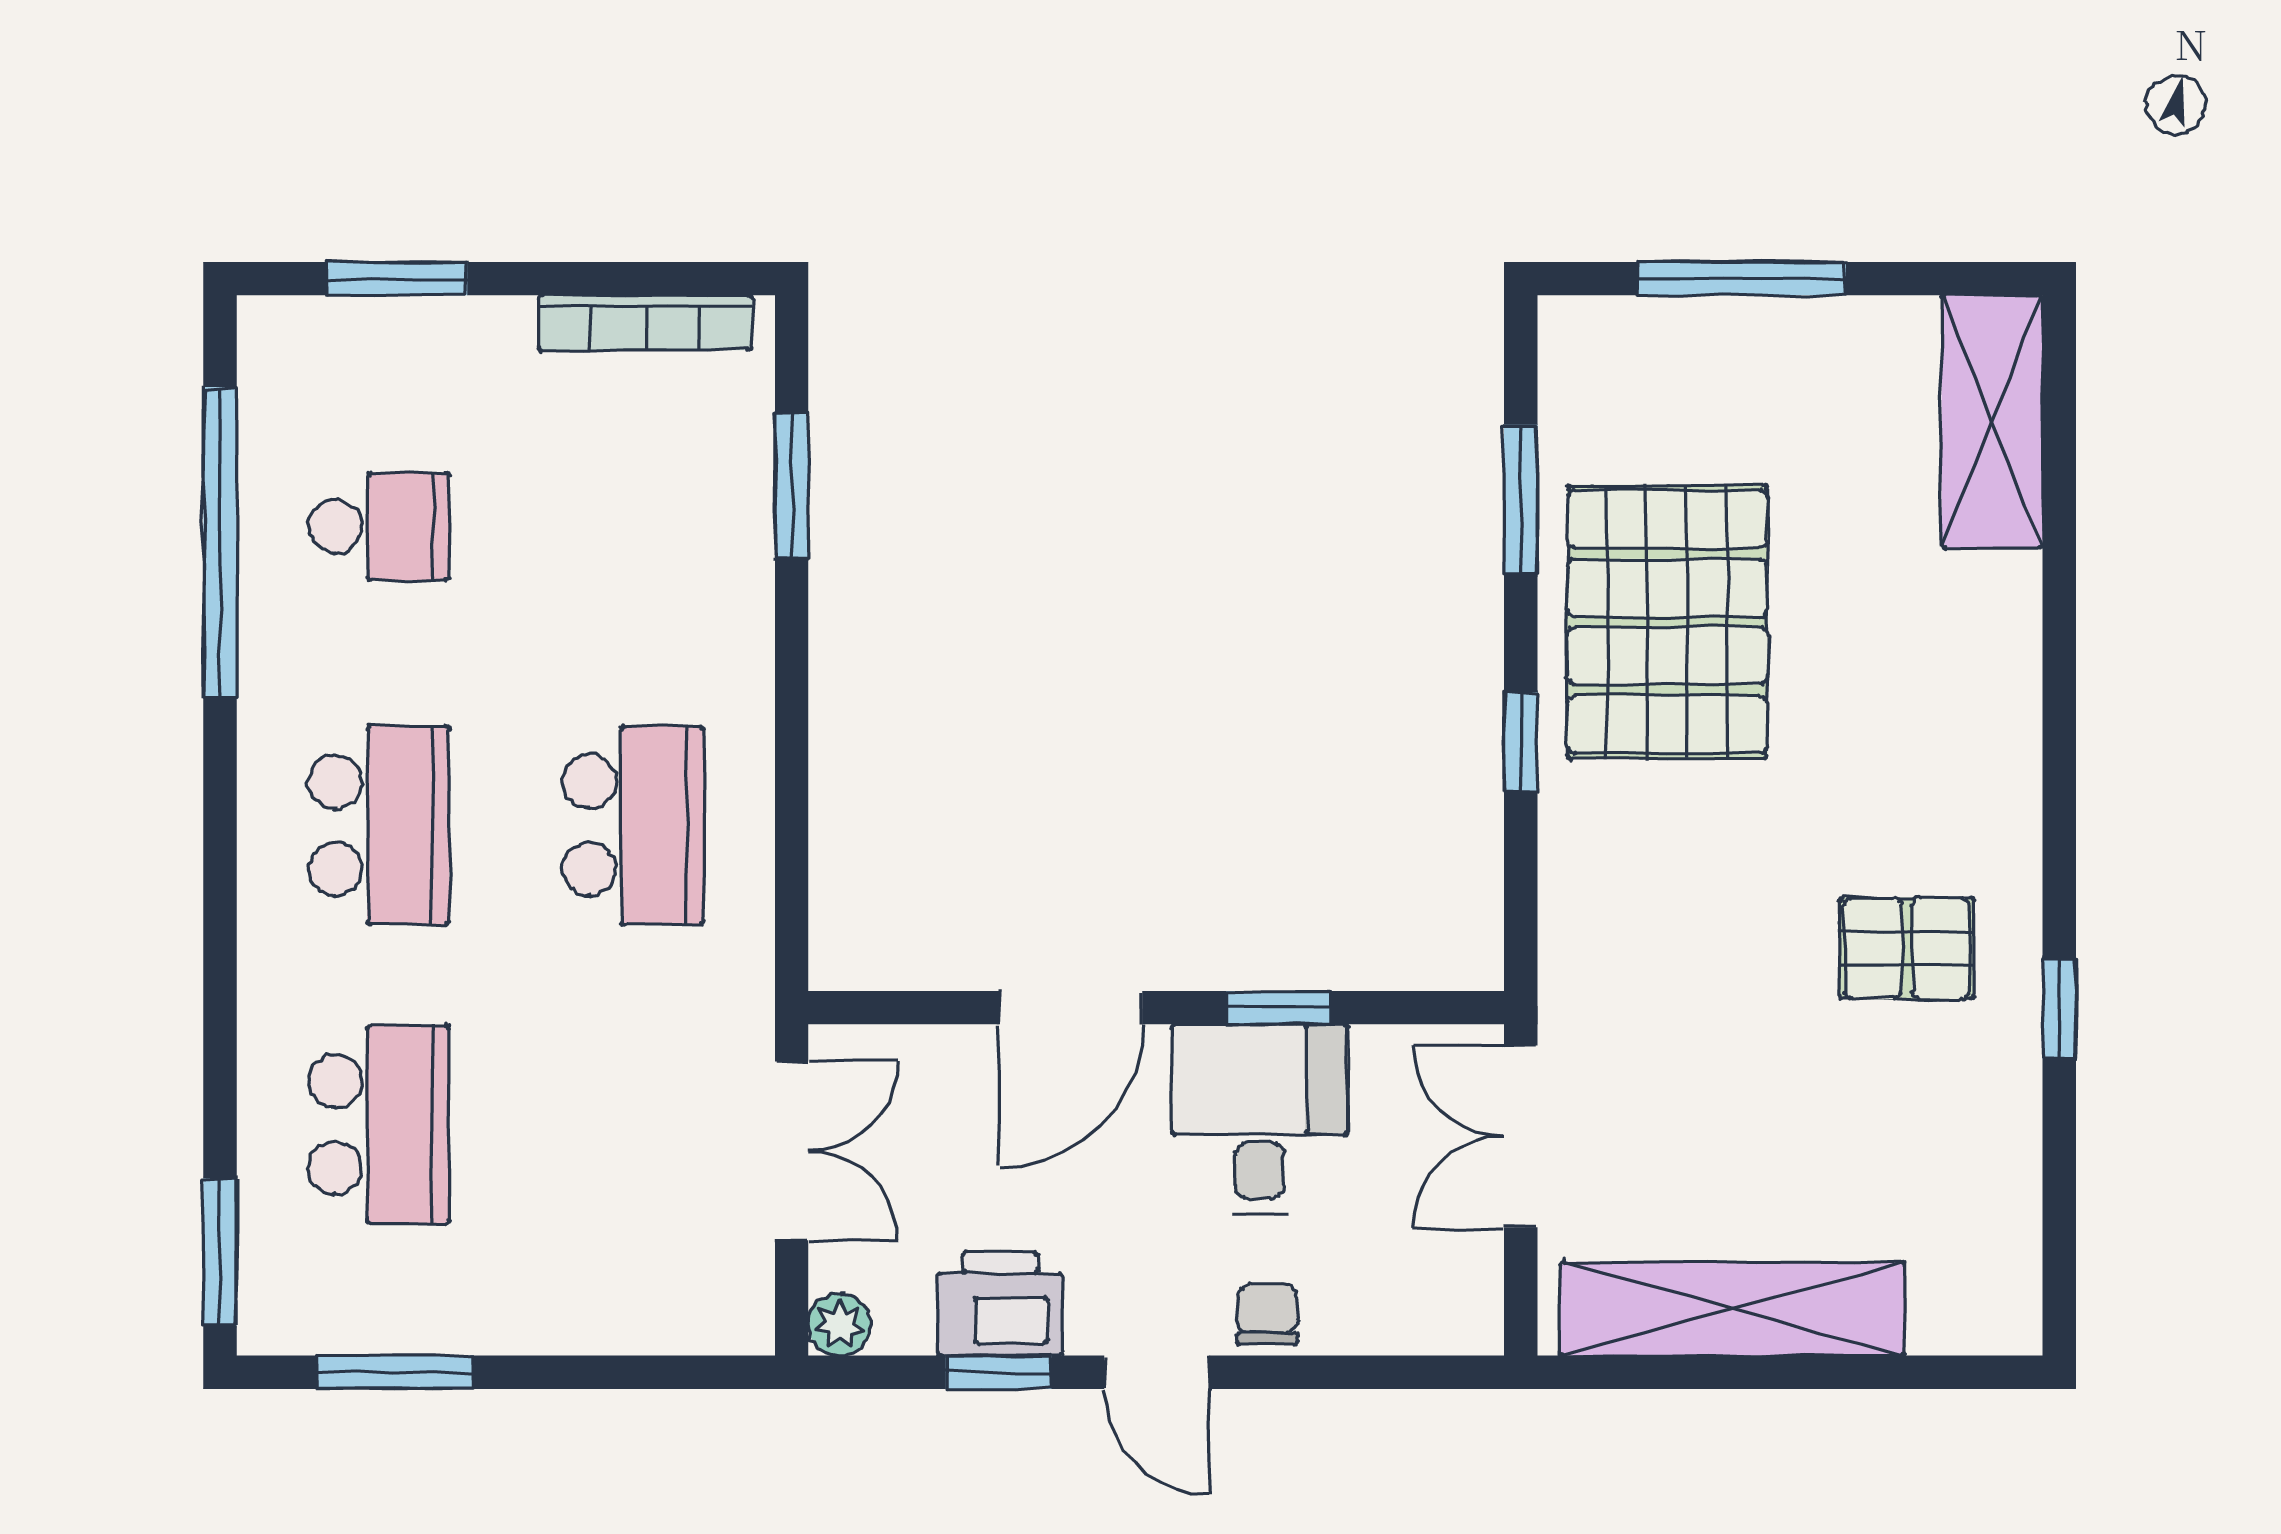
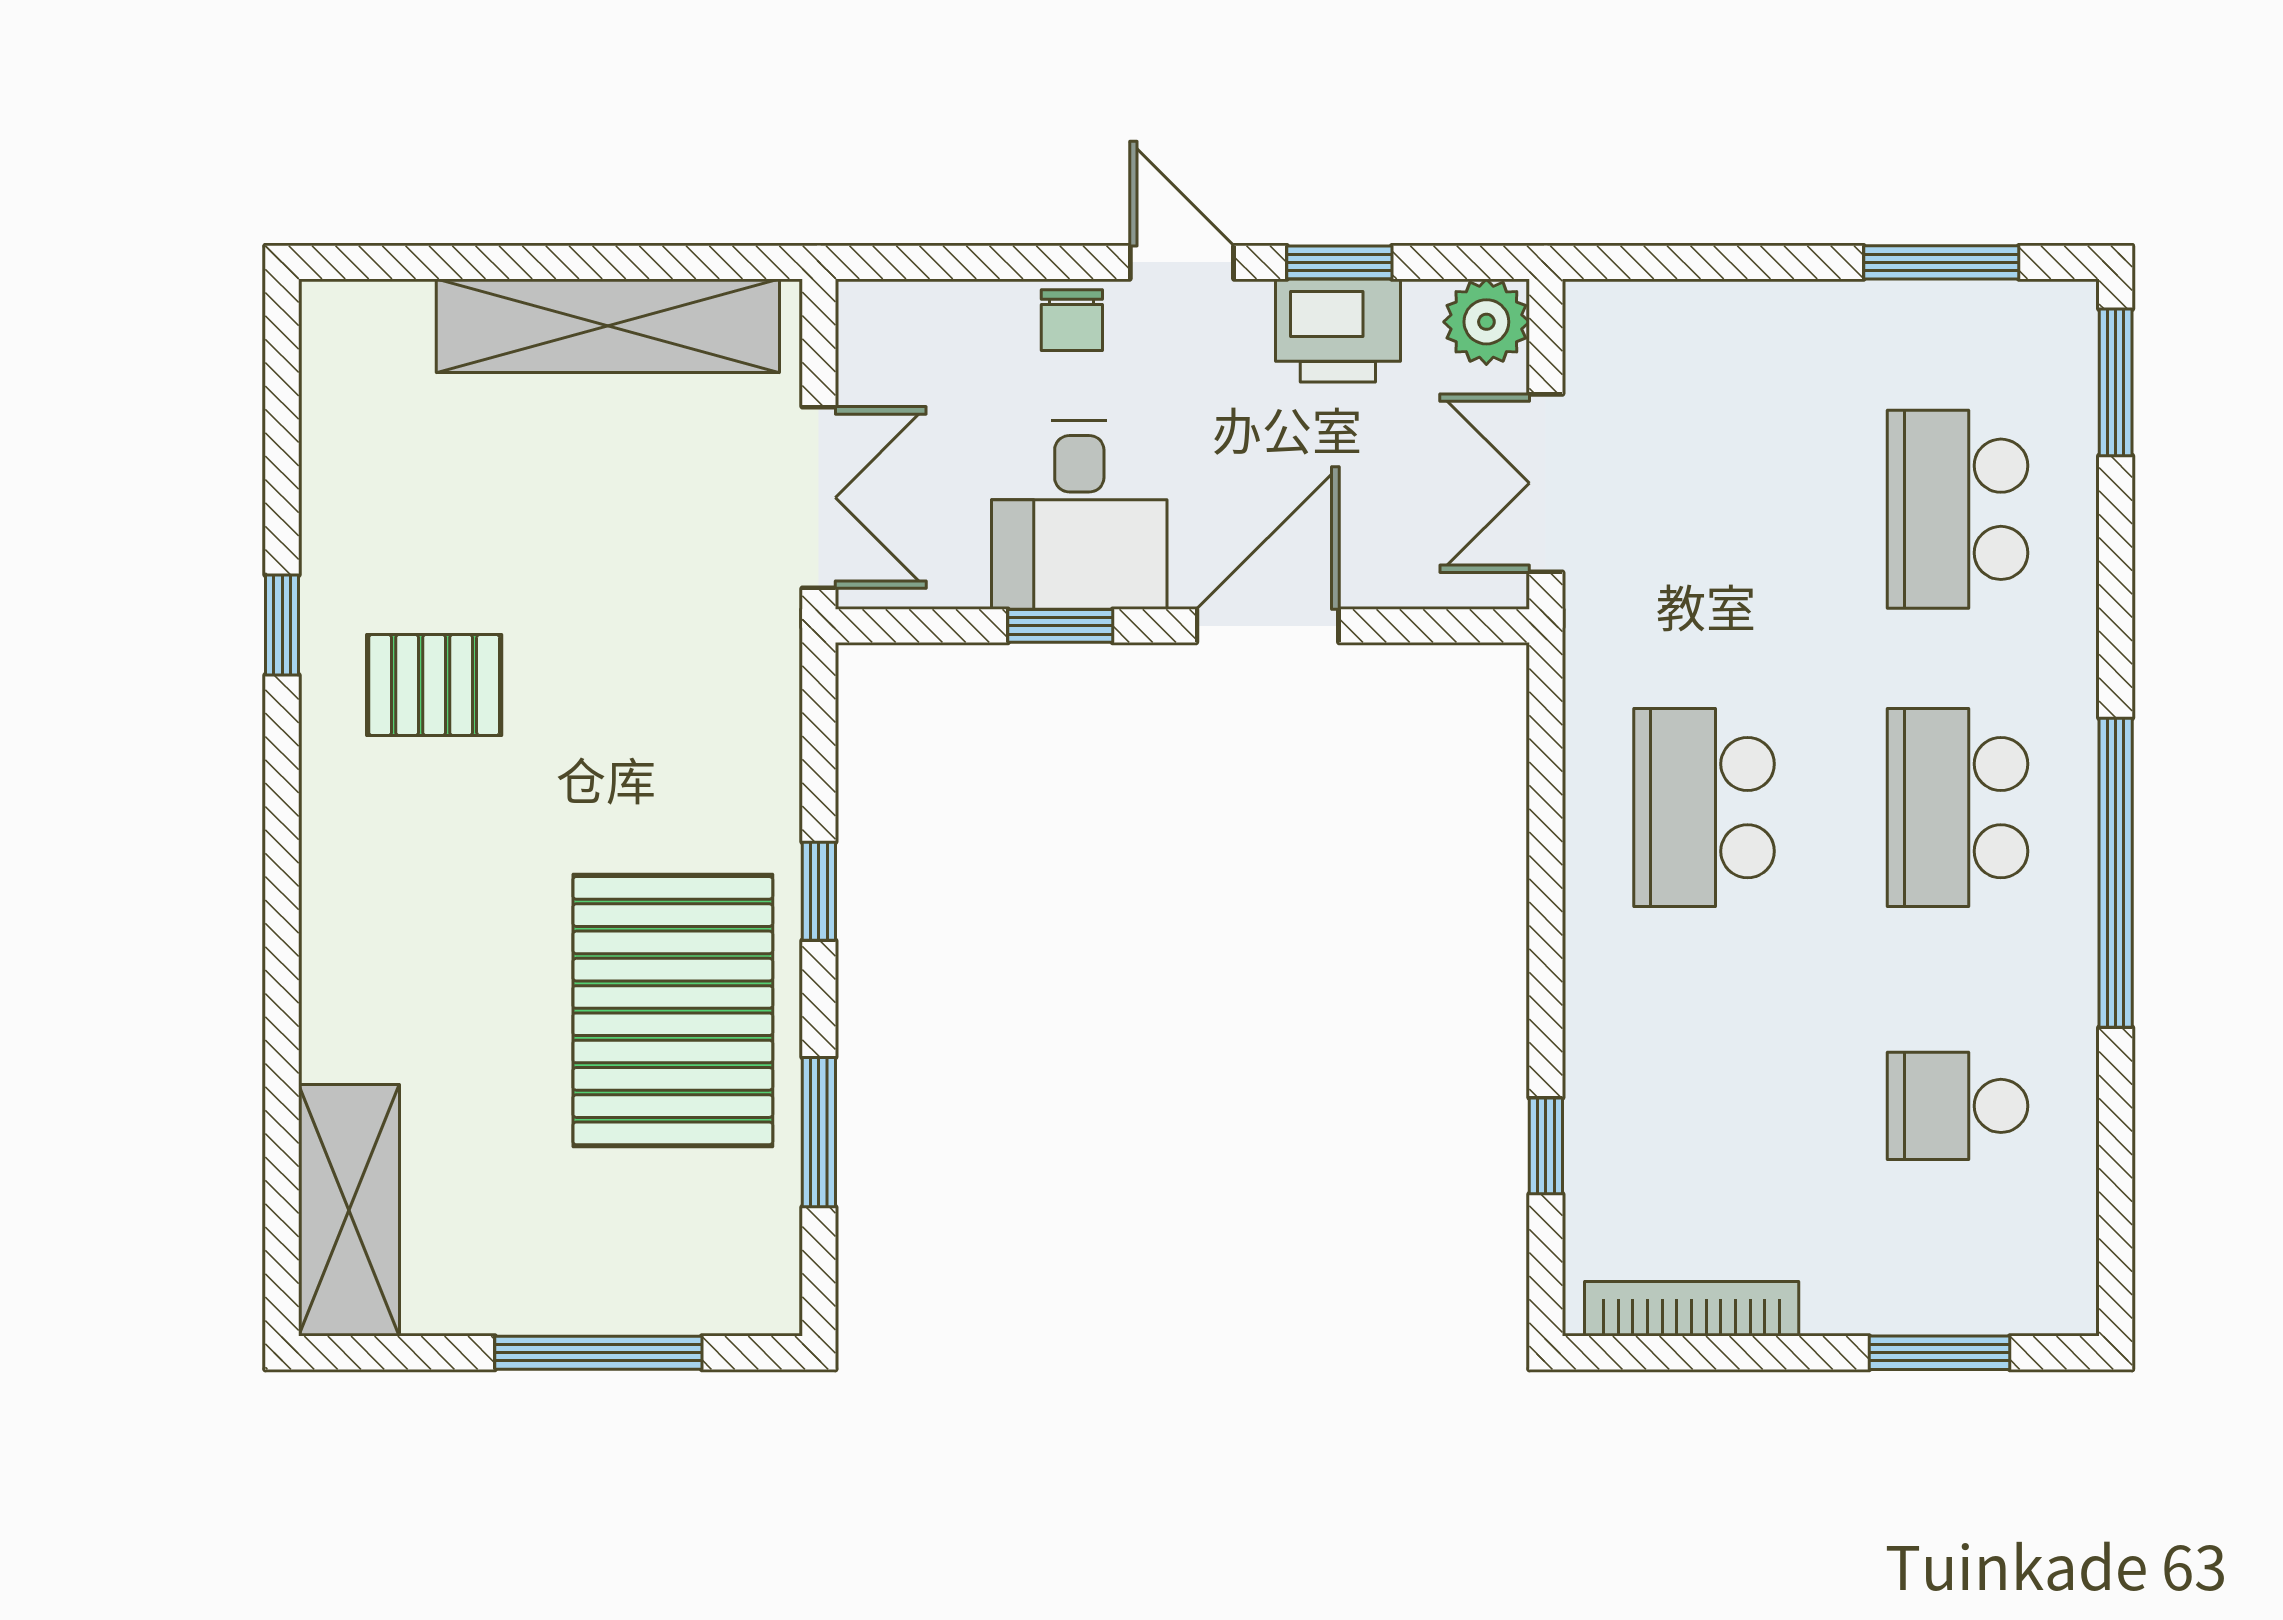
window: (792, 486) -> (1546, 1146), width x0.67
window: (220, 542) -> (2116, 873), moved
plant: (839, 1324) -> (1486, 322), width x1.38, depth x1.38

